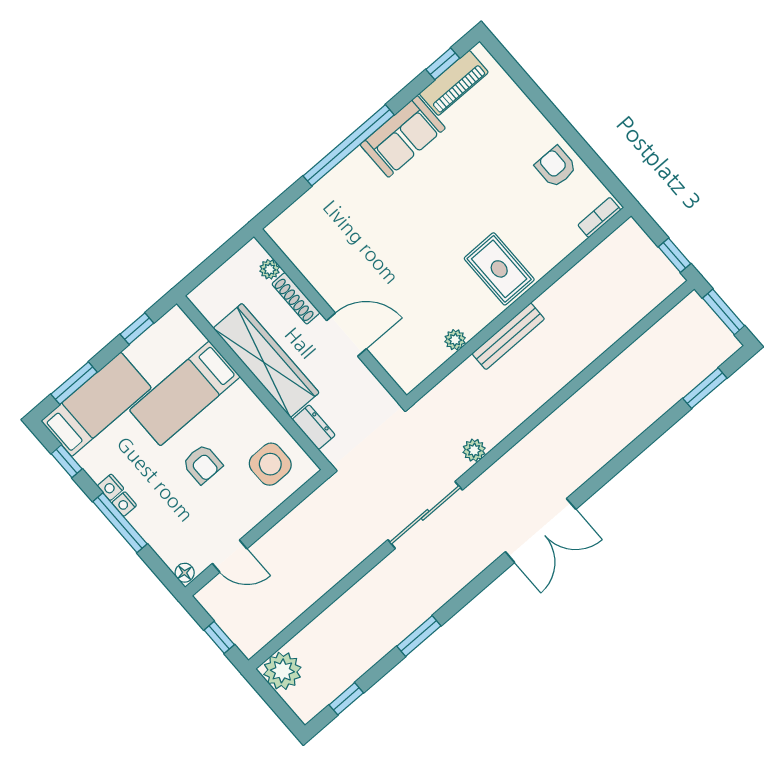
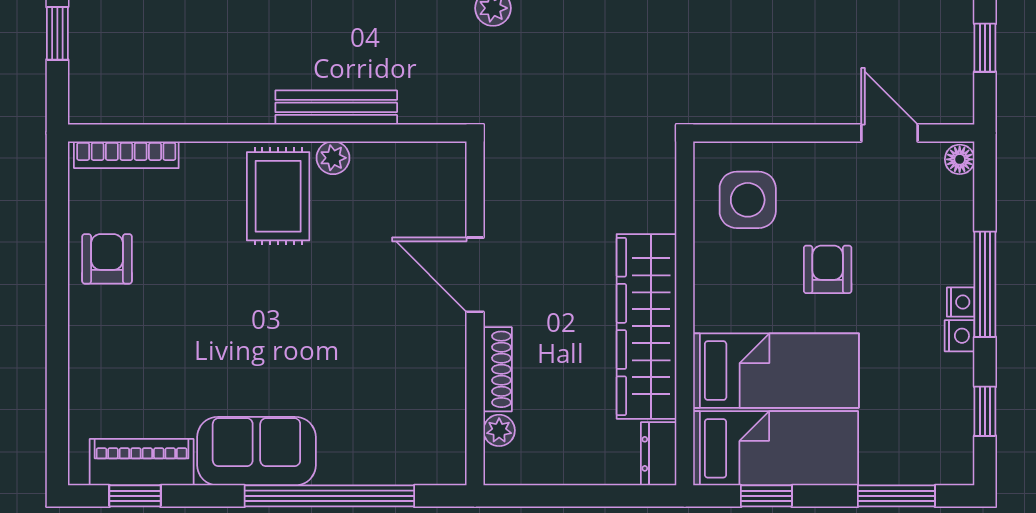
armchair: (556, 167) -> (107, 259), turned 180
bookcase: (599, 217) -> (126, 155), width x1.56
plant: (270, 269) -> (499, 430), moved
shoe rack: (296, 298) -> (498, 369), moved
wall: (330, 316) -> (475, 313), moved
door: (347, 335) -> (475, 275), moved
plant: (455, 340) -> (333, 158), moved
bed: (96, 404) -> (776, 448), moved, turned 180
dresser: (314, 427) -> (659, 454), moved

